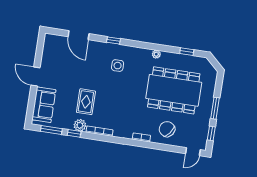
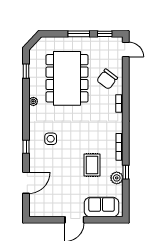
rug: (86, 102) -> (92, 165), turned 90
plant: (80, 125) -> (117, 178), moved
window: (51, 130) -> (126, 196), removed

